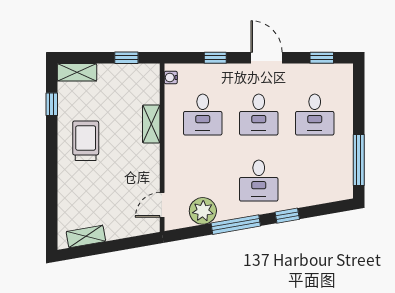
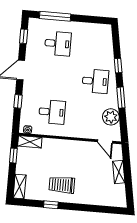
window: (52, 104) -> (51, 205), moved
desk: (259, 115) -> (55, 78), removed
shelving: (151, 124) -> (30, 142), moved
window: (359, 160) -> (55, 16), moved
window: (236, 225) -> (121, 98), width x0.69
shelving: (86, 236) -> (119, 172), moved

